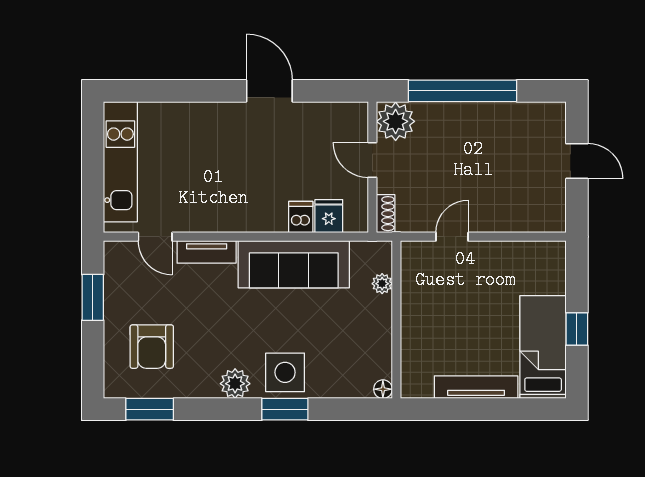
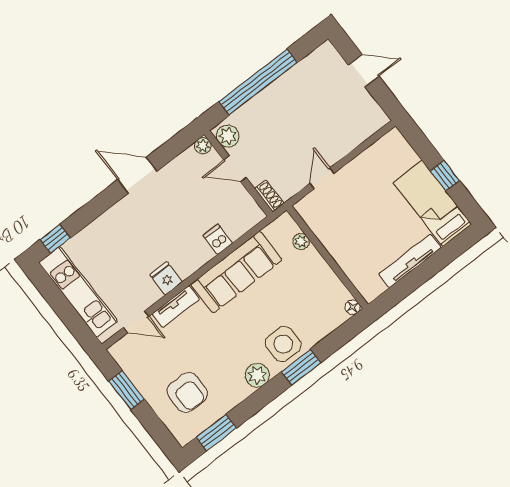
window: (138, 91) -> (55, 239), added
plant: (358, 112) -> (203, 146), added
plant: (396, 121) -> (228, 136), width x0.73, depth x0.73
fridge: (329, 216) -> (166, 278), moved

